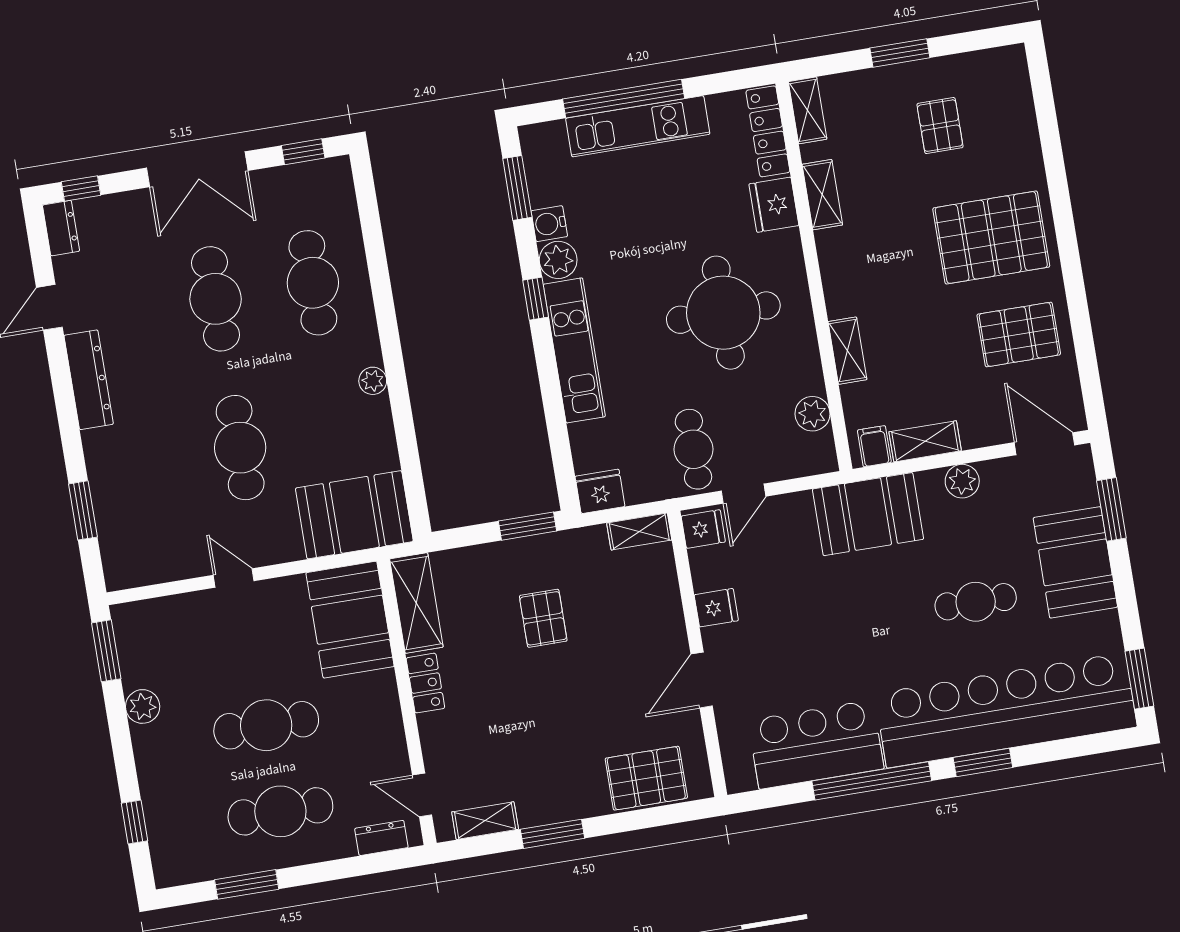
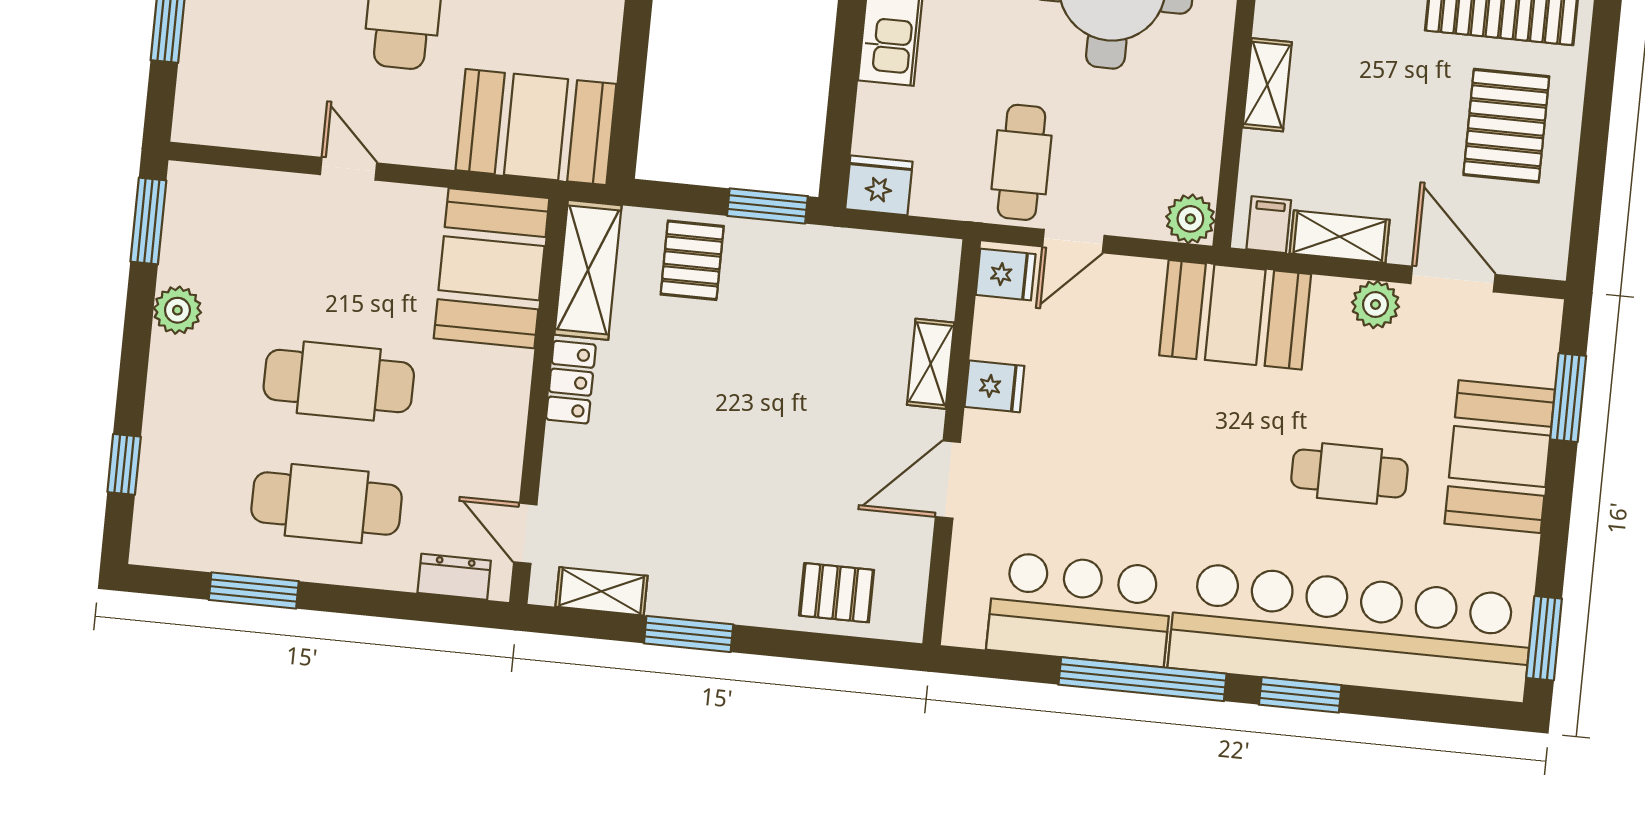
pallet: (1019, 334) -> (1506, 126), turned 90
plant: (812, 414) -> (1190, 219), moved
door: (1044, 444) -> (1453, 279), moved
shelving: (639, 531) -> (931, 364), moved, turned 90
pallet: (543, 618) -> (692, 260), moved
pallet: (646, 778) -> (837, 593), width x0.67, depth x0.71

